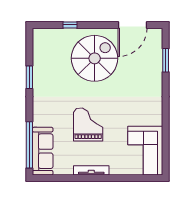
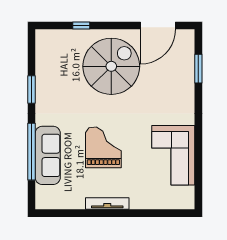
window: (29, 145) -> (32, 152), moved
sofa: (43, 151) -> (48, 155), moved
corner sofa: (145, 151) -> (173, 155), moved

